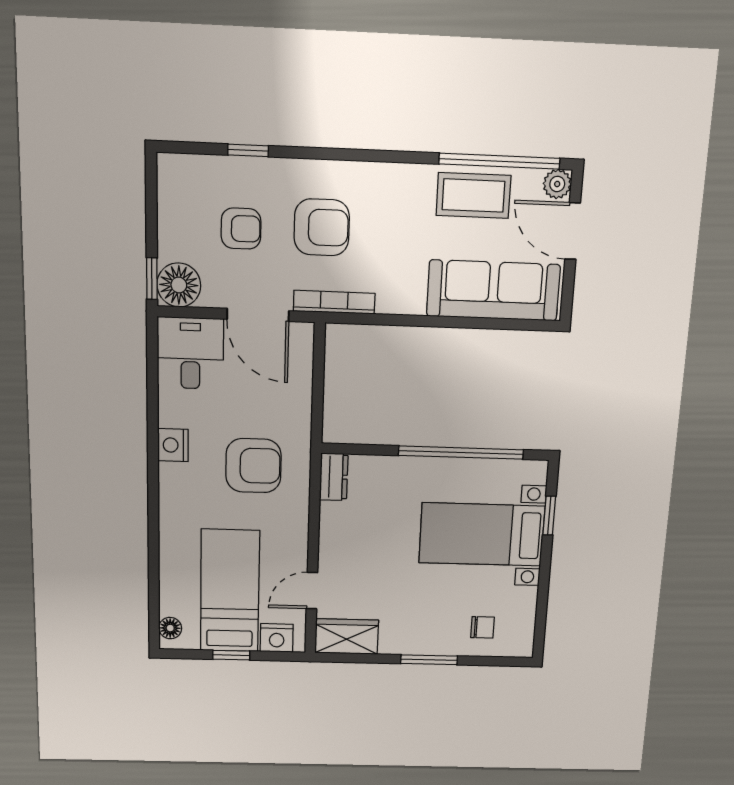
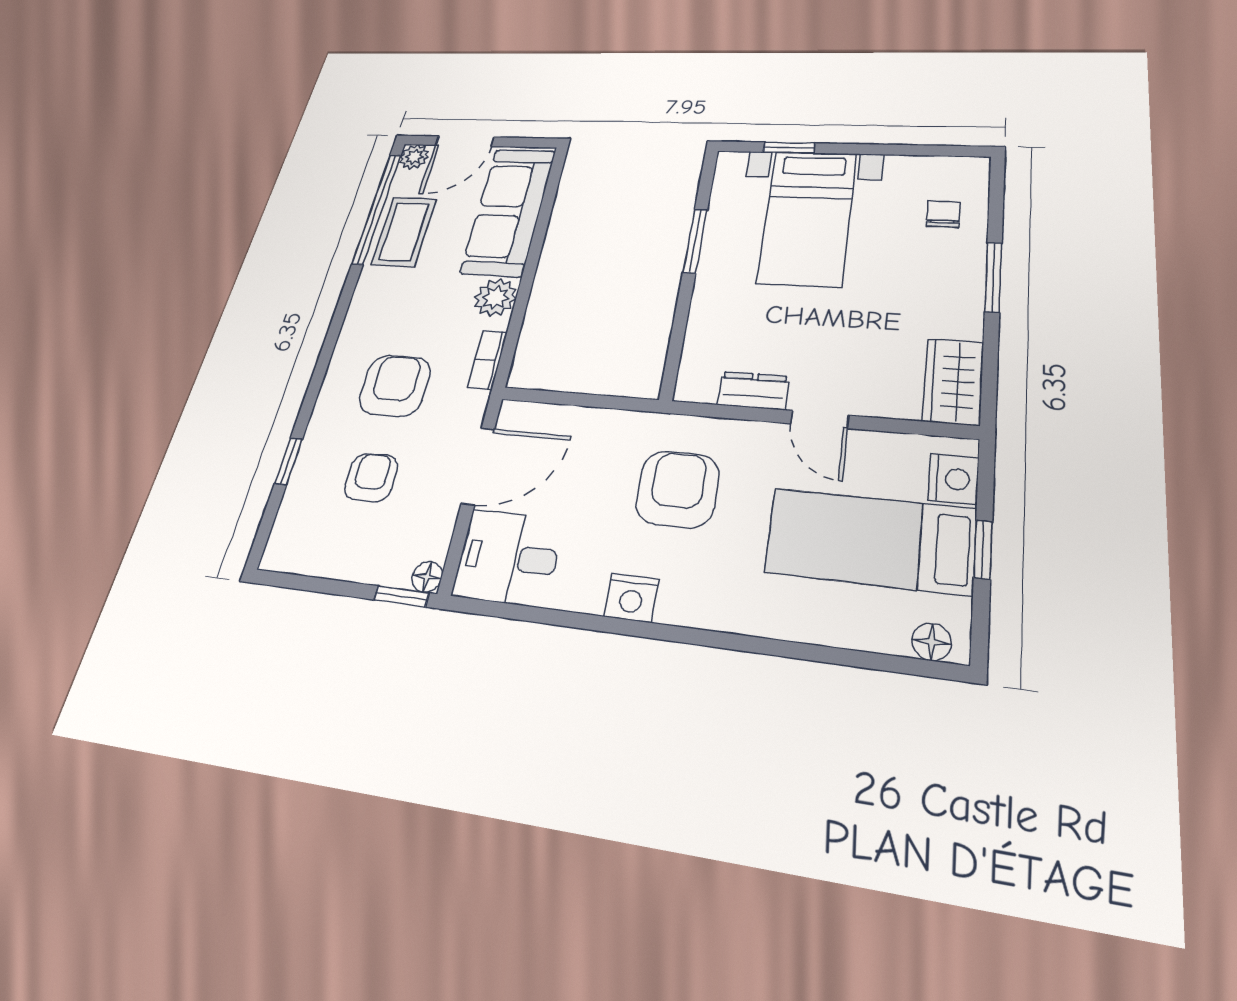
floor lamp: (179, 285) -> (427, 577), width x0.53, depth x0.53
plant: (407, 297) -> (495, 298), added
bookcase: (334, 302) -> (488, 360), width x0.64
window: (461, 453) -> (695, 241), width x0.47
dresser: (334, 477) -> (753, 391), moved
door: (312, 591) -> (820, 420), moved

